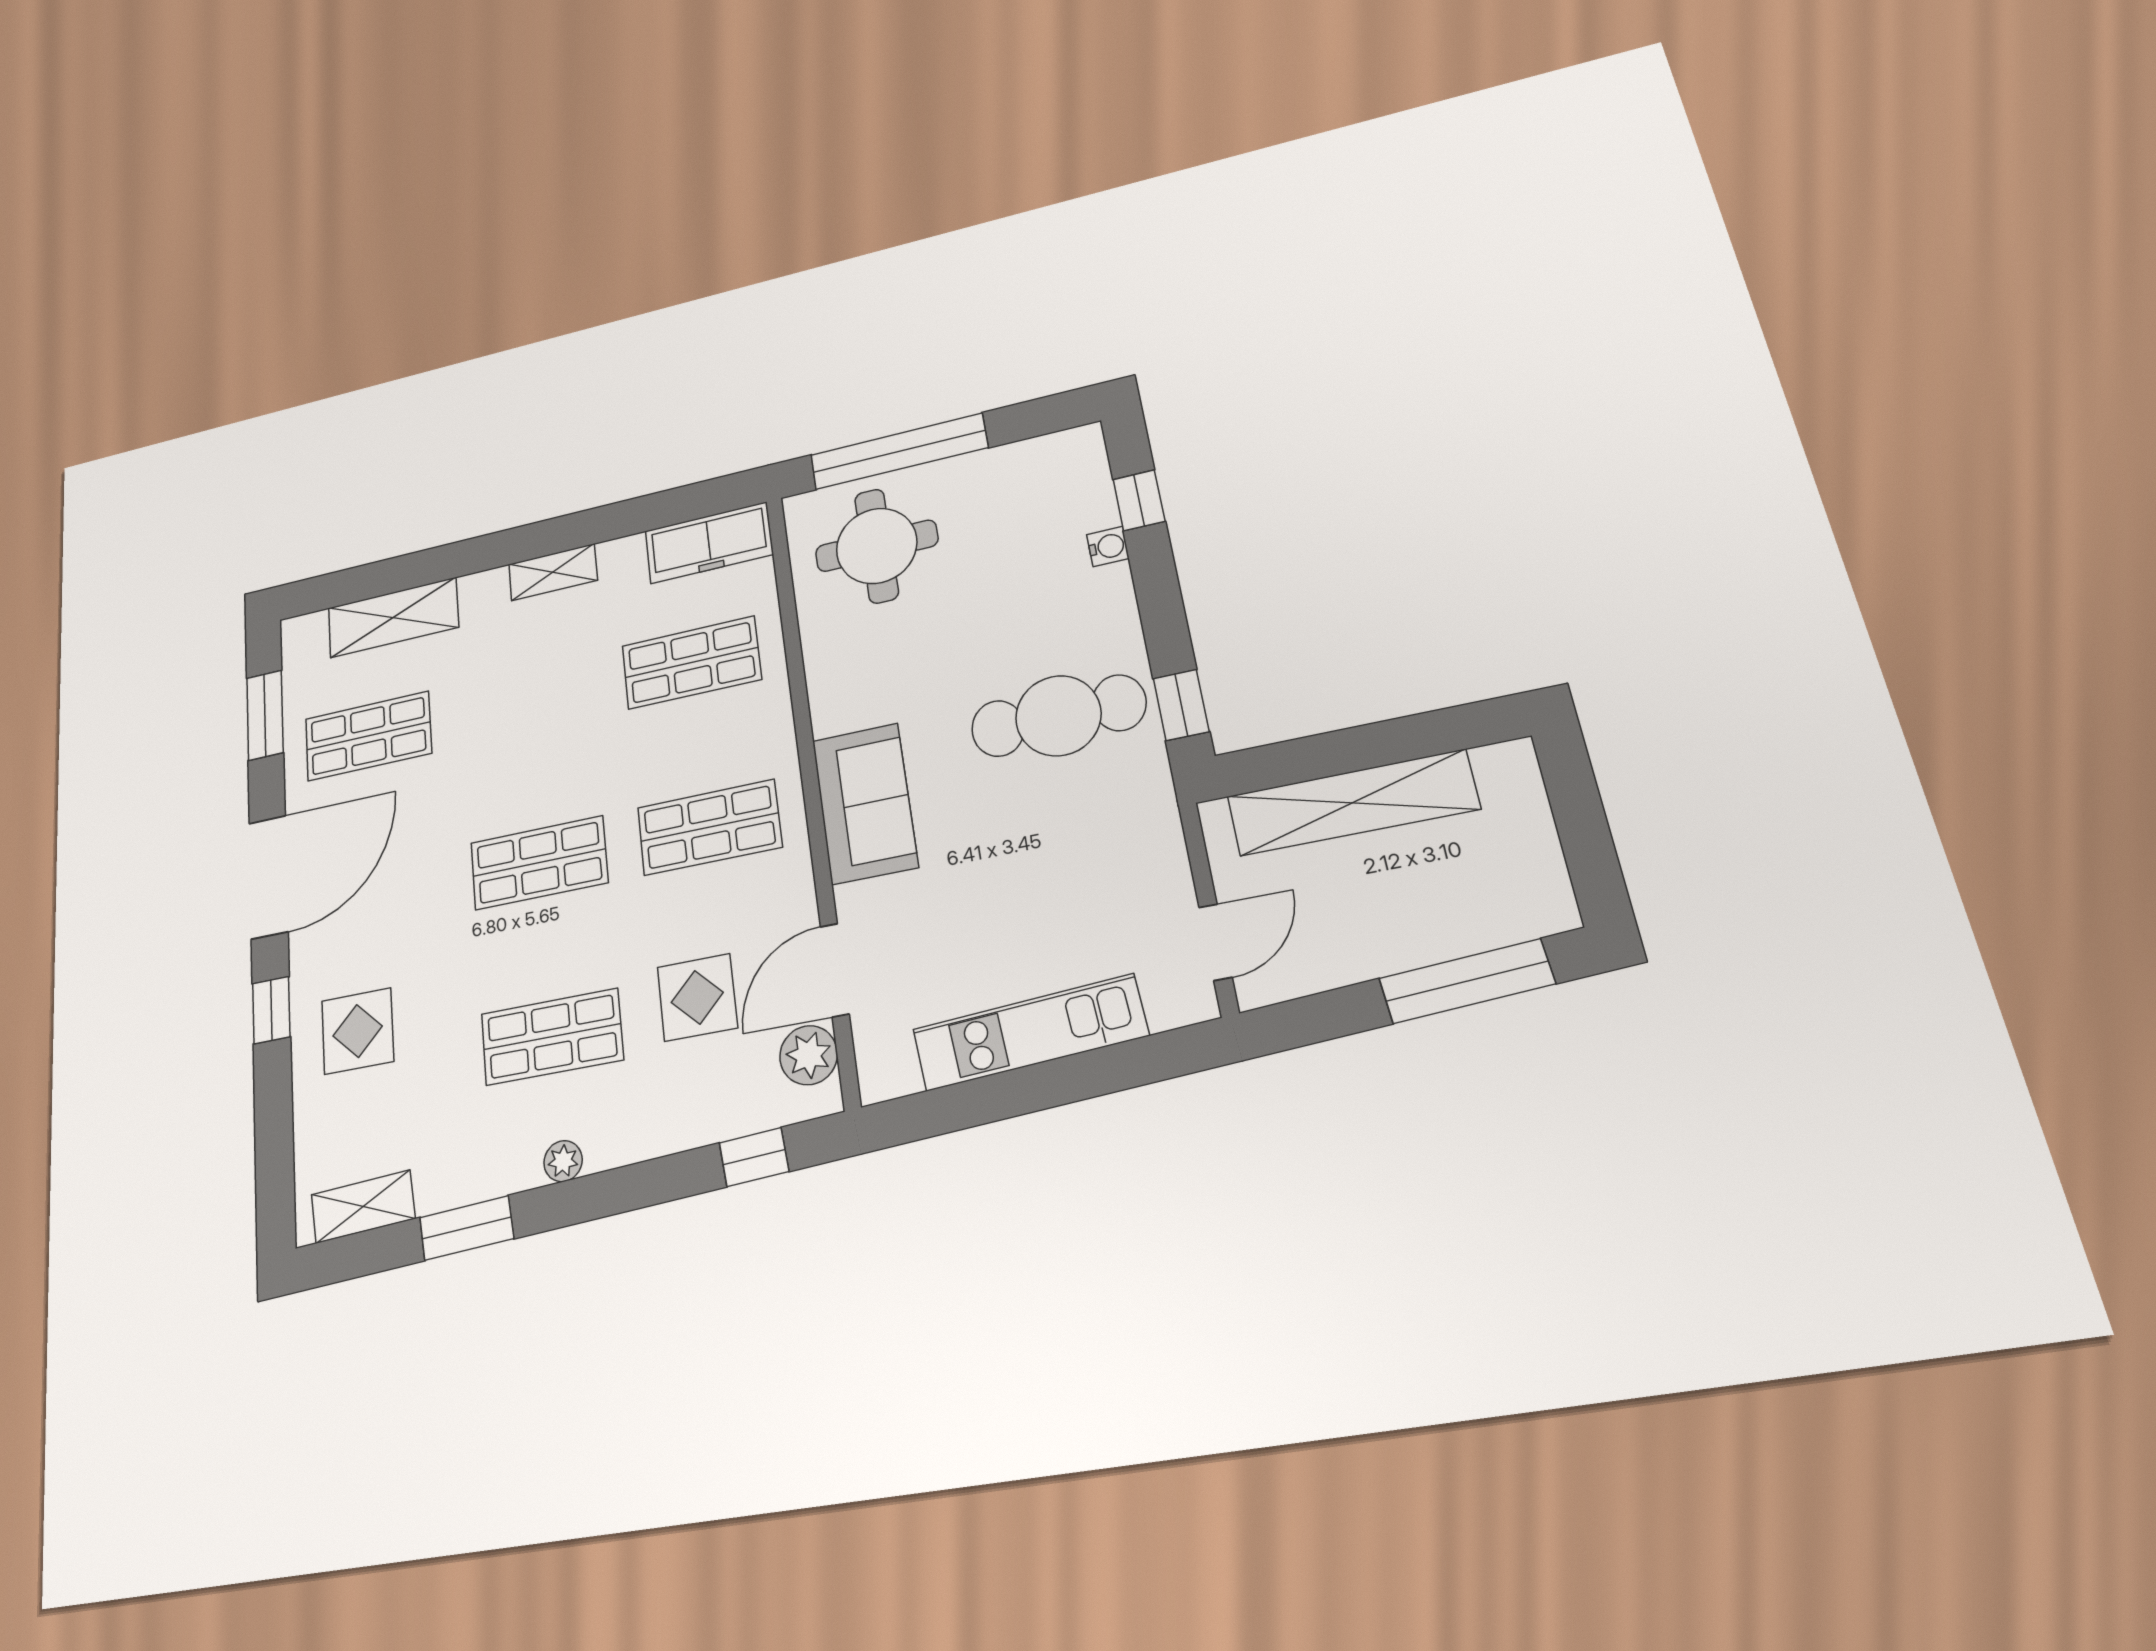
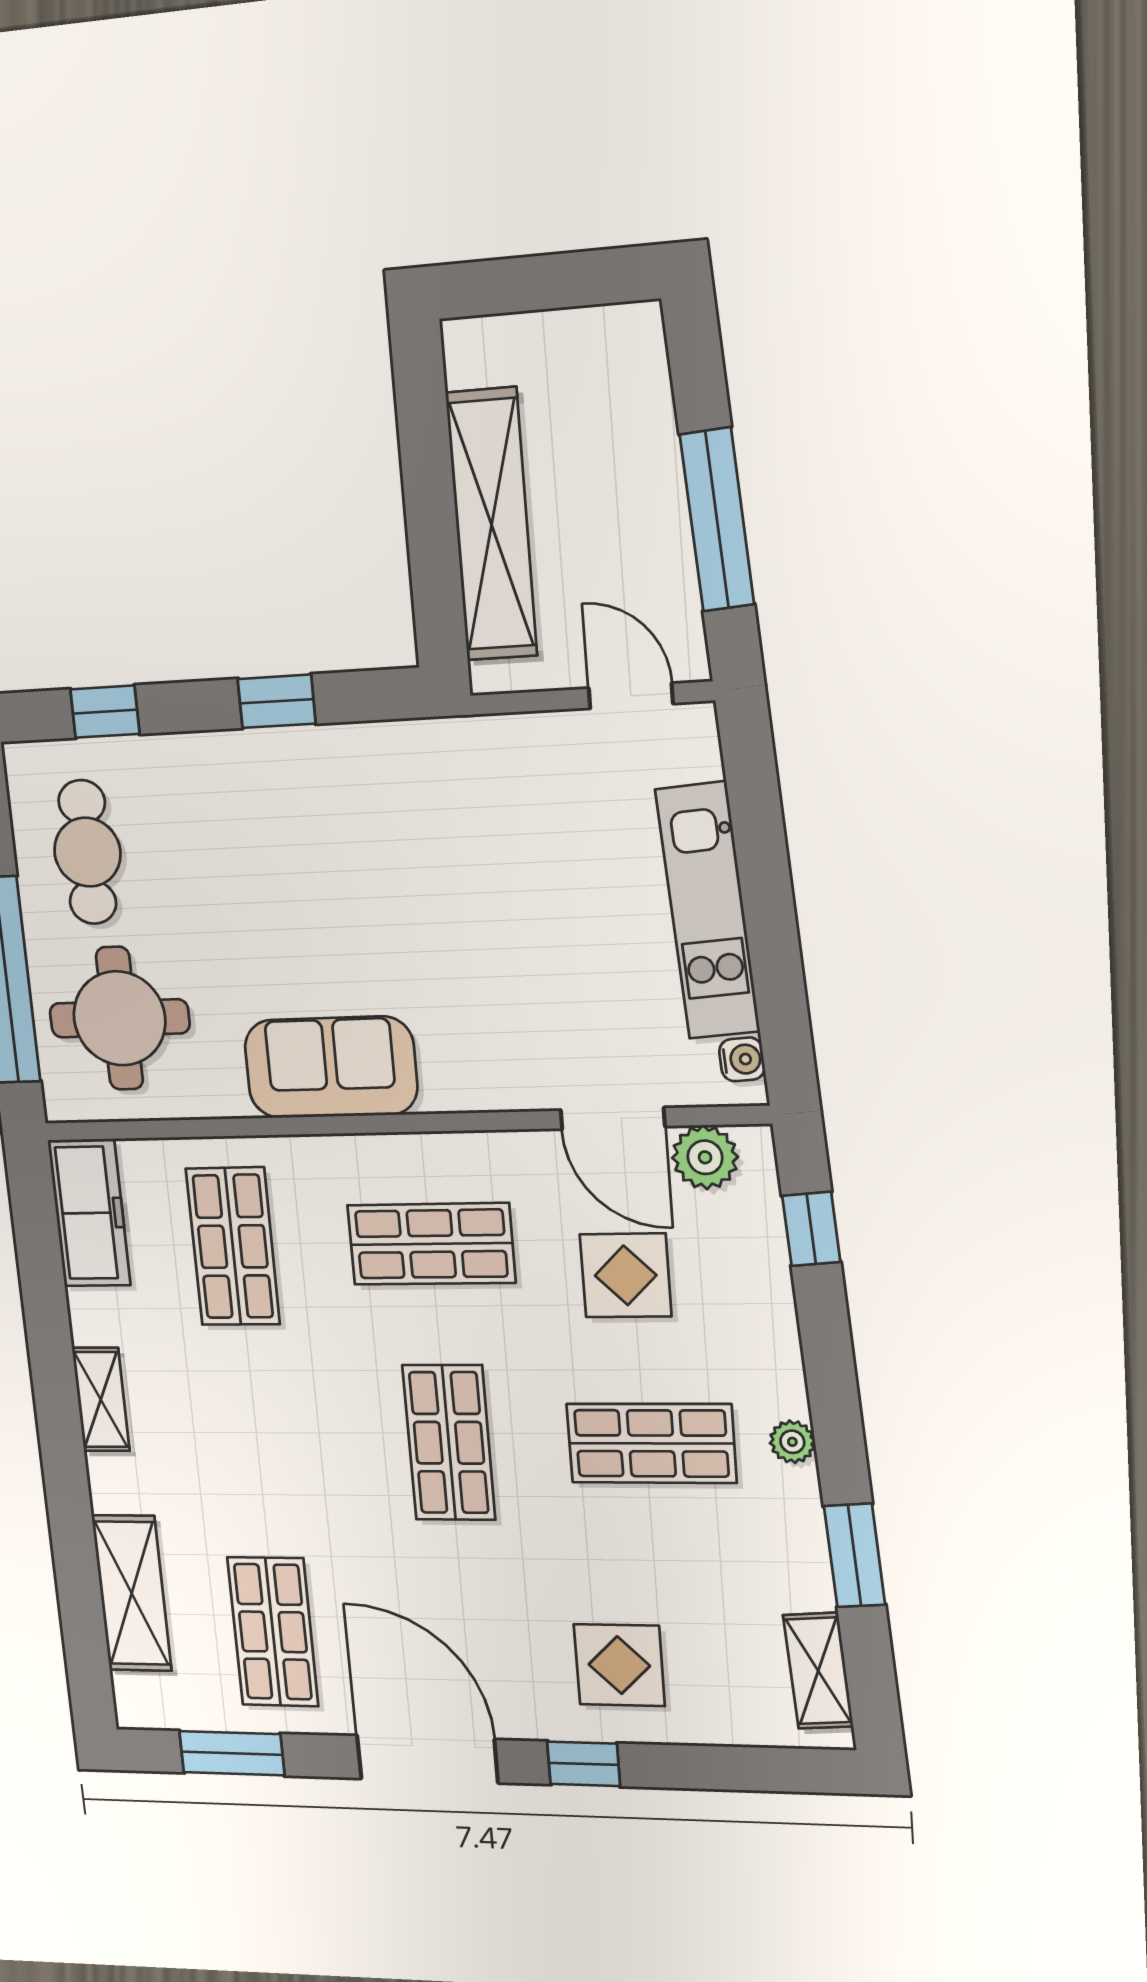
water cooler: (1108, 547) -> (742, 1059), moved, turned 86
window: (1181, 705) -> (277, 701), moved
cafe table: (1058, 716) -> (87, 852), moved, width x0.73, depth x0.74
sofa: (865, 803) -> (331, 1067), moved
shop shelf: (709, 827) -> (431, 1244), turned 90
window: (1467, 981) -> (717, 520), moved
shop shelf: (552, 1037) -> (651, 1443), turned 90

